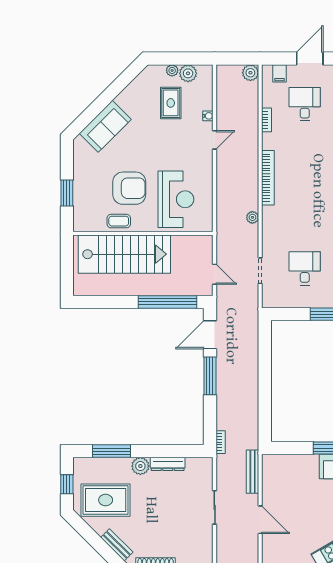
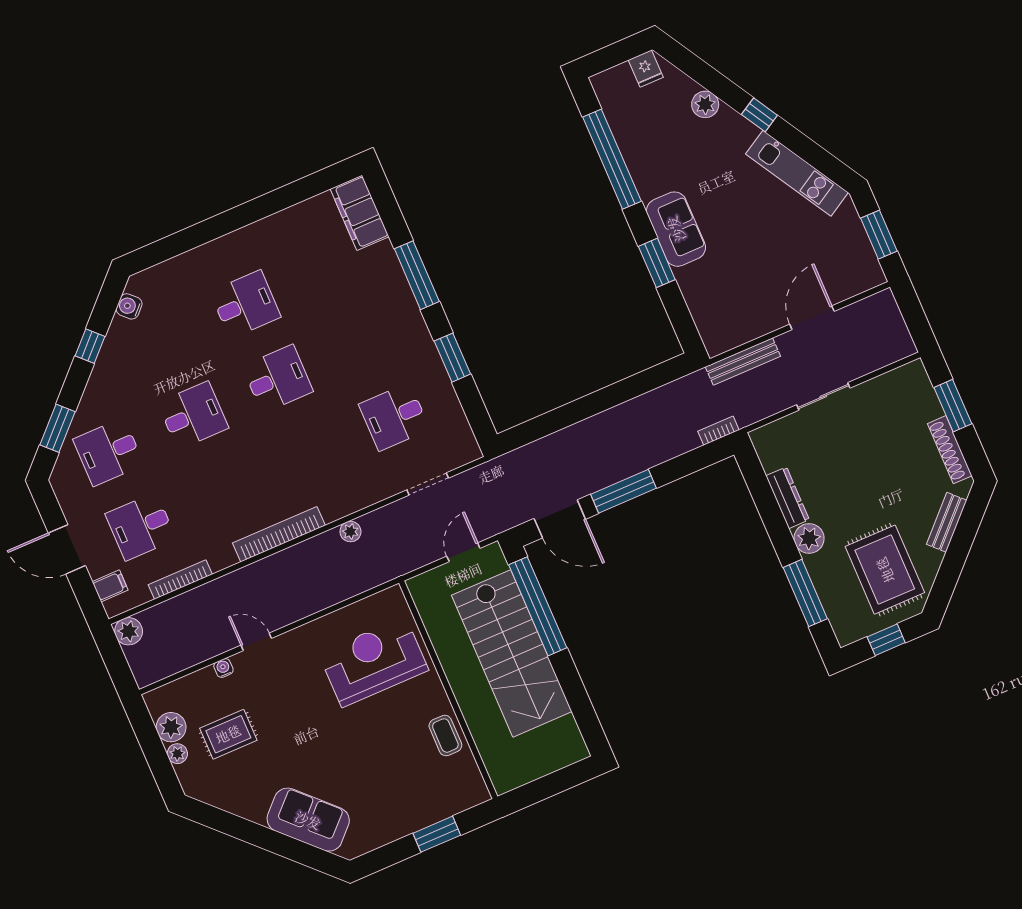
bookcase: (266, 120) -> (180, 579), width x1.56
armchair: (129, 188) -> (388, 741), removed
stairs: (124, 254) -> (512, 653), moved, turned 180

